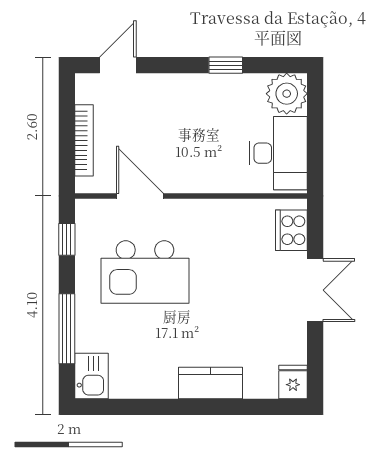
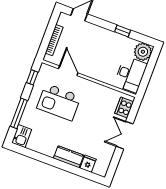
double door: (315, 290) -> (125, 135), swing flipped
fridge: (293, 382) -> (88, 164), moved

